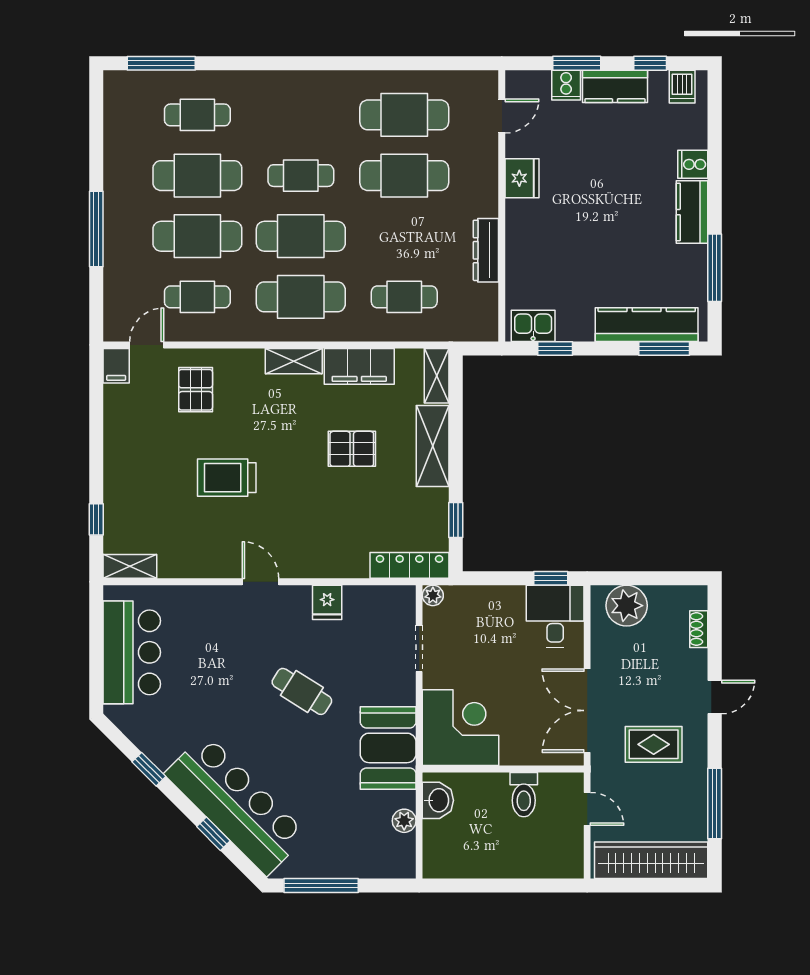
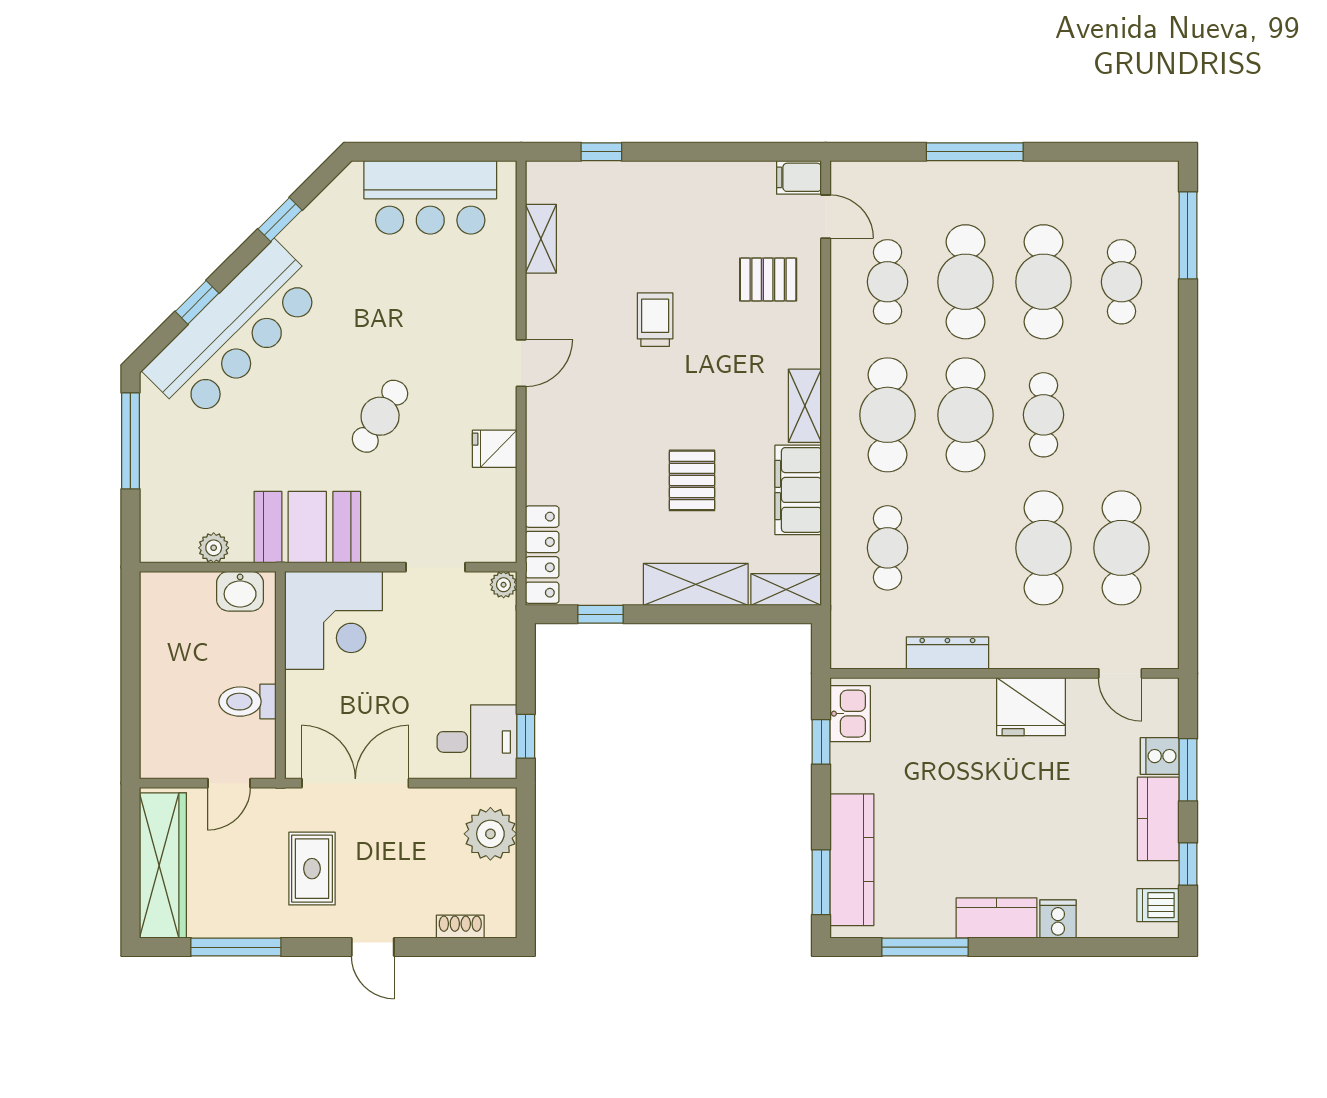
fridge: (522, 178) -> (1031, 707), width x1.36, depth x1.34
trolley: (227, 478) -> (655, 320), width x0.73, depth x0.72
shelving: (130, 566) -> (541, 239), moved

